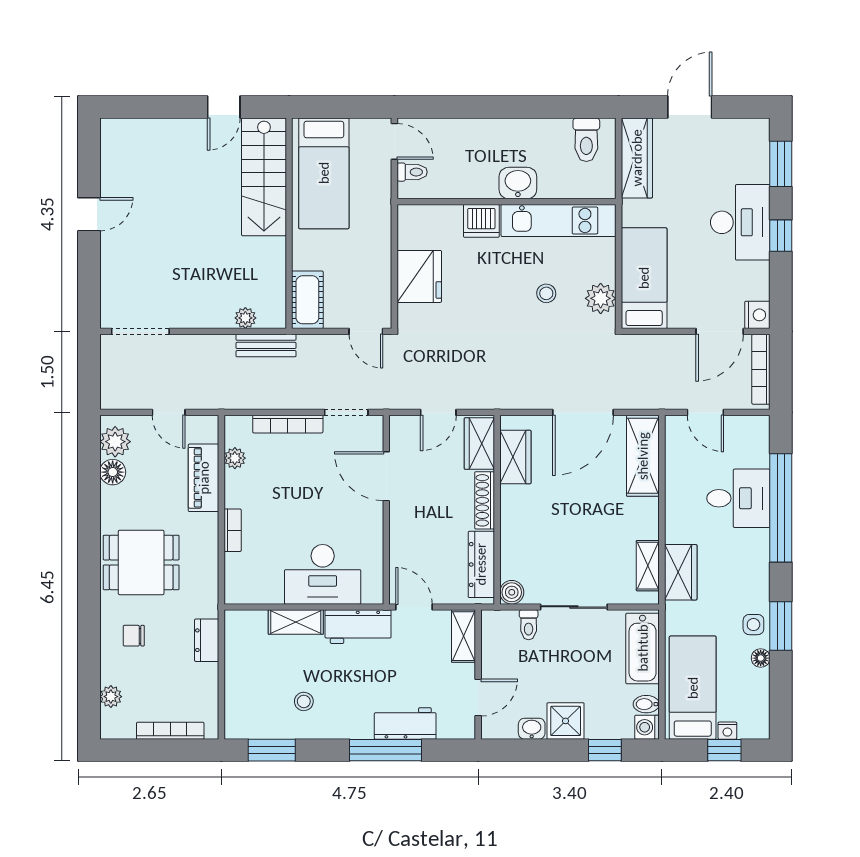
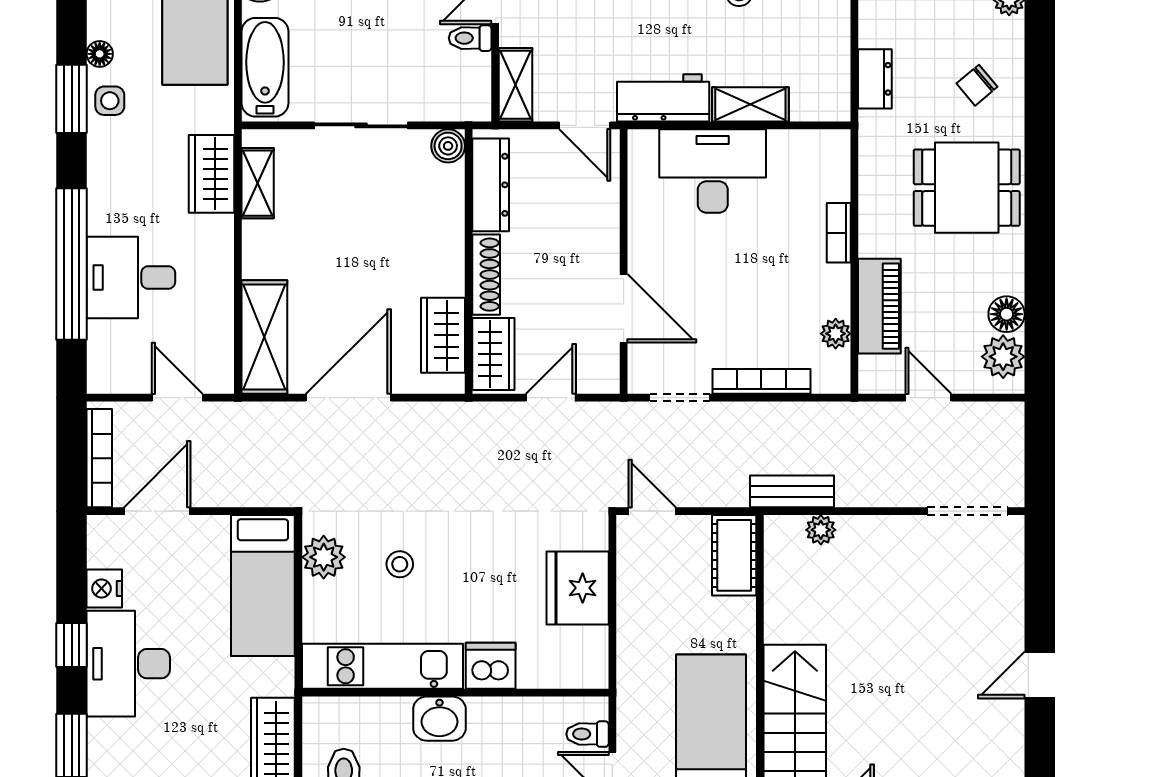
nightstand: (757, 315) -> (104, 588), moved
toilet: (529, 625) -> (470, 38), moved, turned -90
chair: (134, 636) -> (977, 85), turned 140

